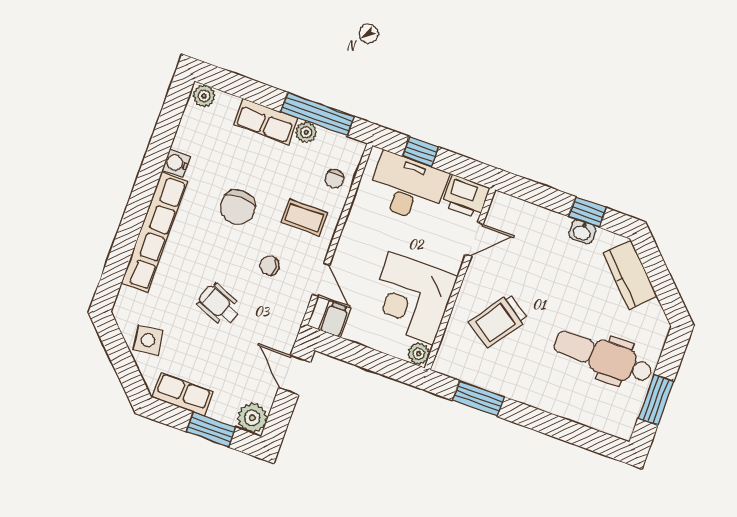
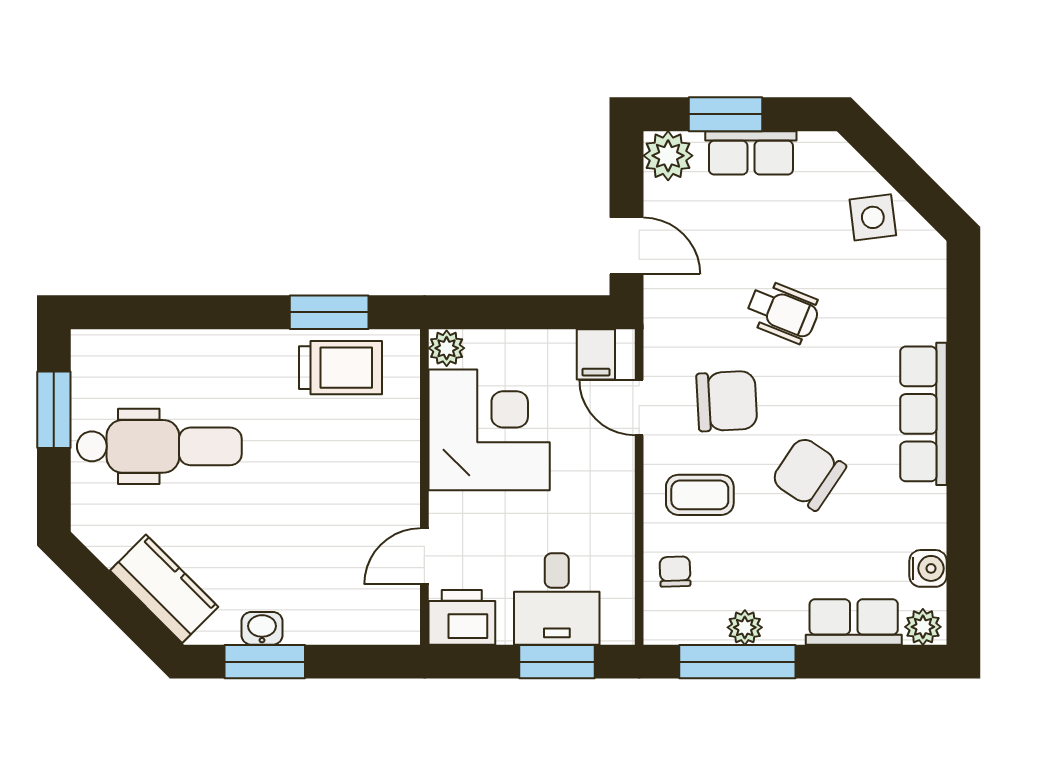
row of seats: (266, 121) -> (854, 622), moved
window: (420, 152) -> (557, 662), width x1.50
water cooler: (176, 163) -> (928, 568), moved
desk: (408, 188) -> (557, 599), width x0.73
chair: (238, 207) -> (809, 473), turned -56
window: (587, 212) -> (265, 662), width x1.50
row of seats: (154, 232) -> (923, 414), width x0.73
chair: (270, 265) -> (727, 401), width x1.87, depth x1.87
trolley: (498, 321) -> (341, 368), moved, turned 55
row of seats: (183, 394) -> (751, 153), moved

